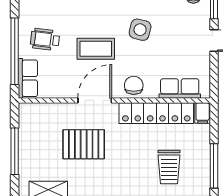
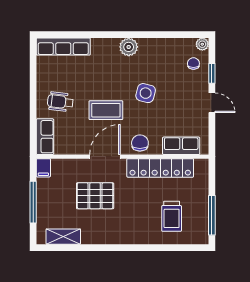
window: (15, 51) -> (33, 112), removed
filing cabinet: (203, 113) -> (43, 168), moved

